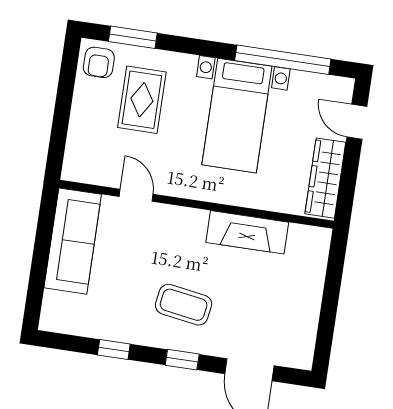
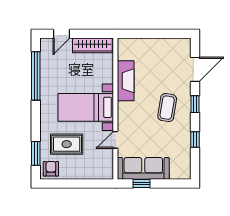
armchair: (99, 62) -> (51, 169), turned -90
bed with nightstands: (237, 116) -> (86, 107), moved, turned 180
window: (44, 233) -> (141, 184), added

